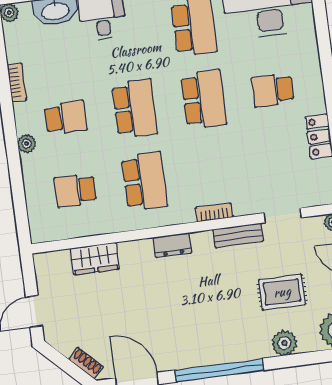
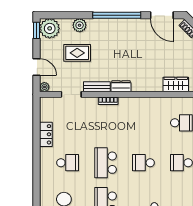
school desk: (135, 108) -> (143, 163), width x0.54
school desk: (144, 181) -> (143, 123), removed
dresser: (173, 245) -> (121, 86), moved

